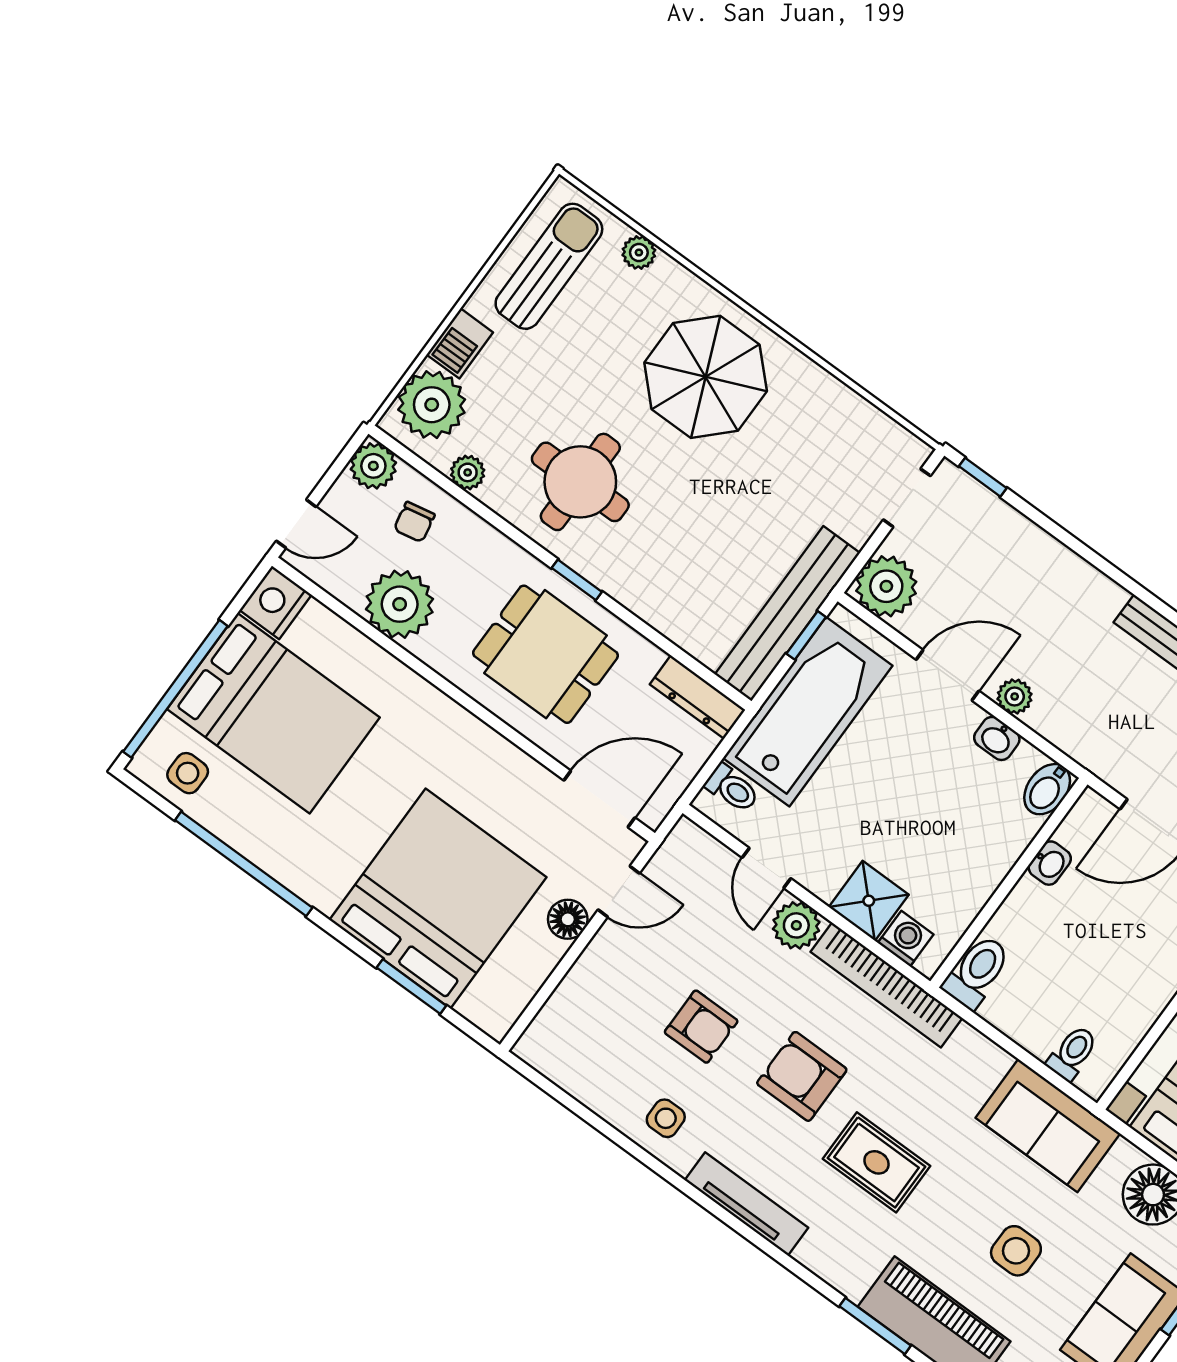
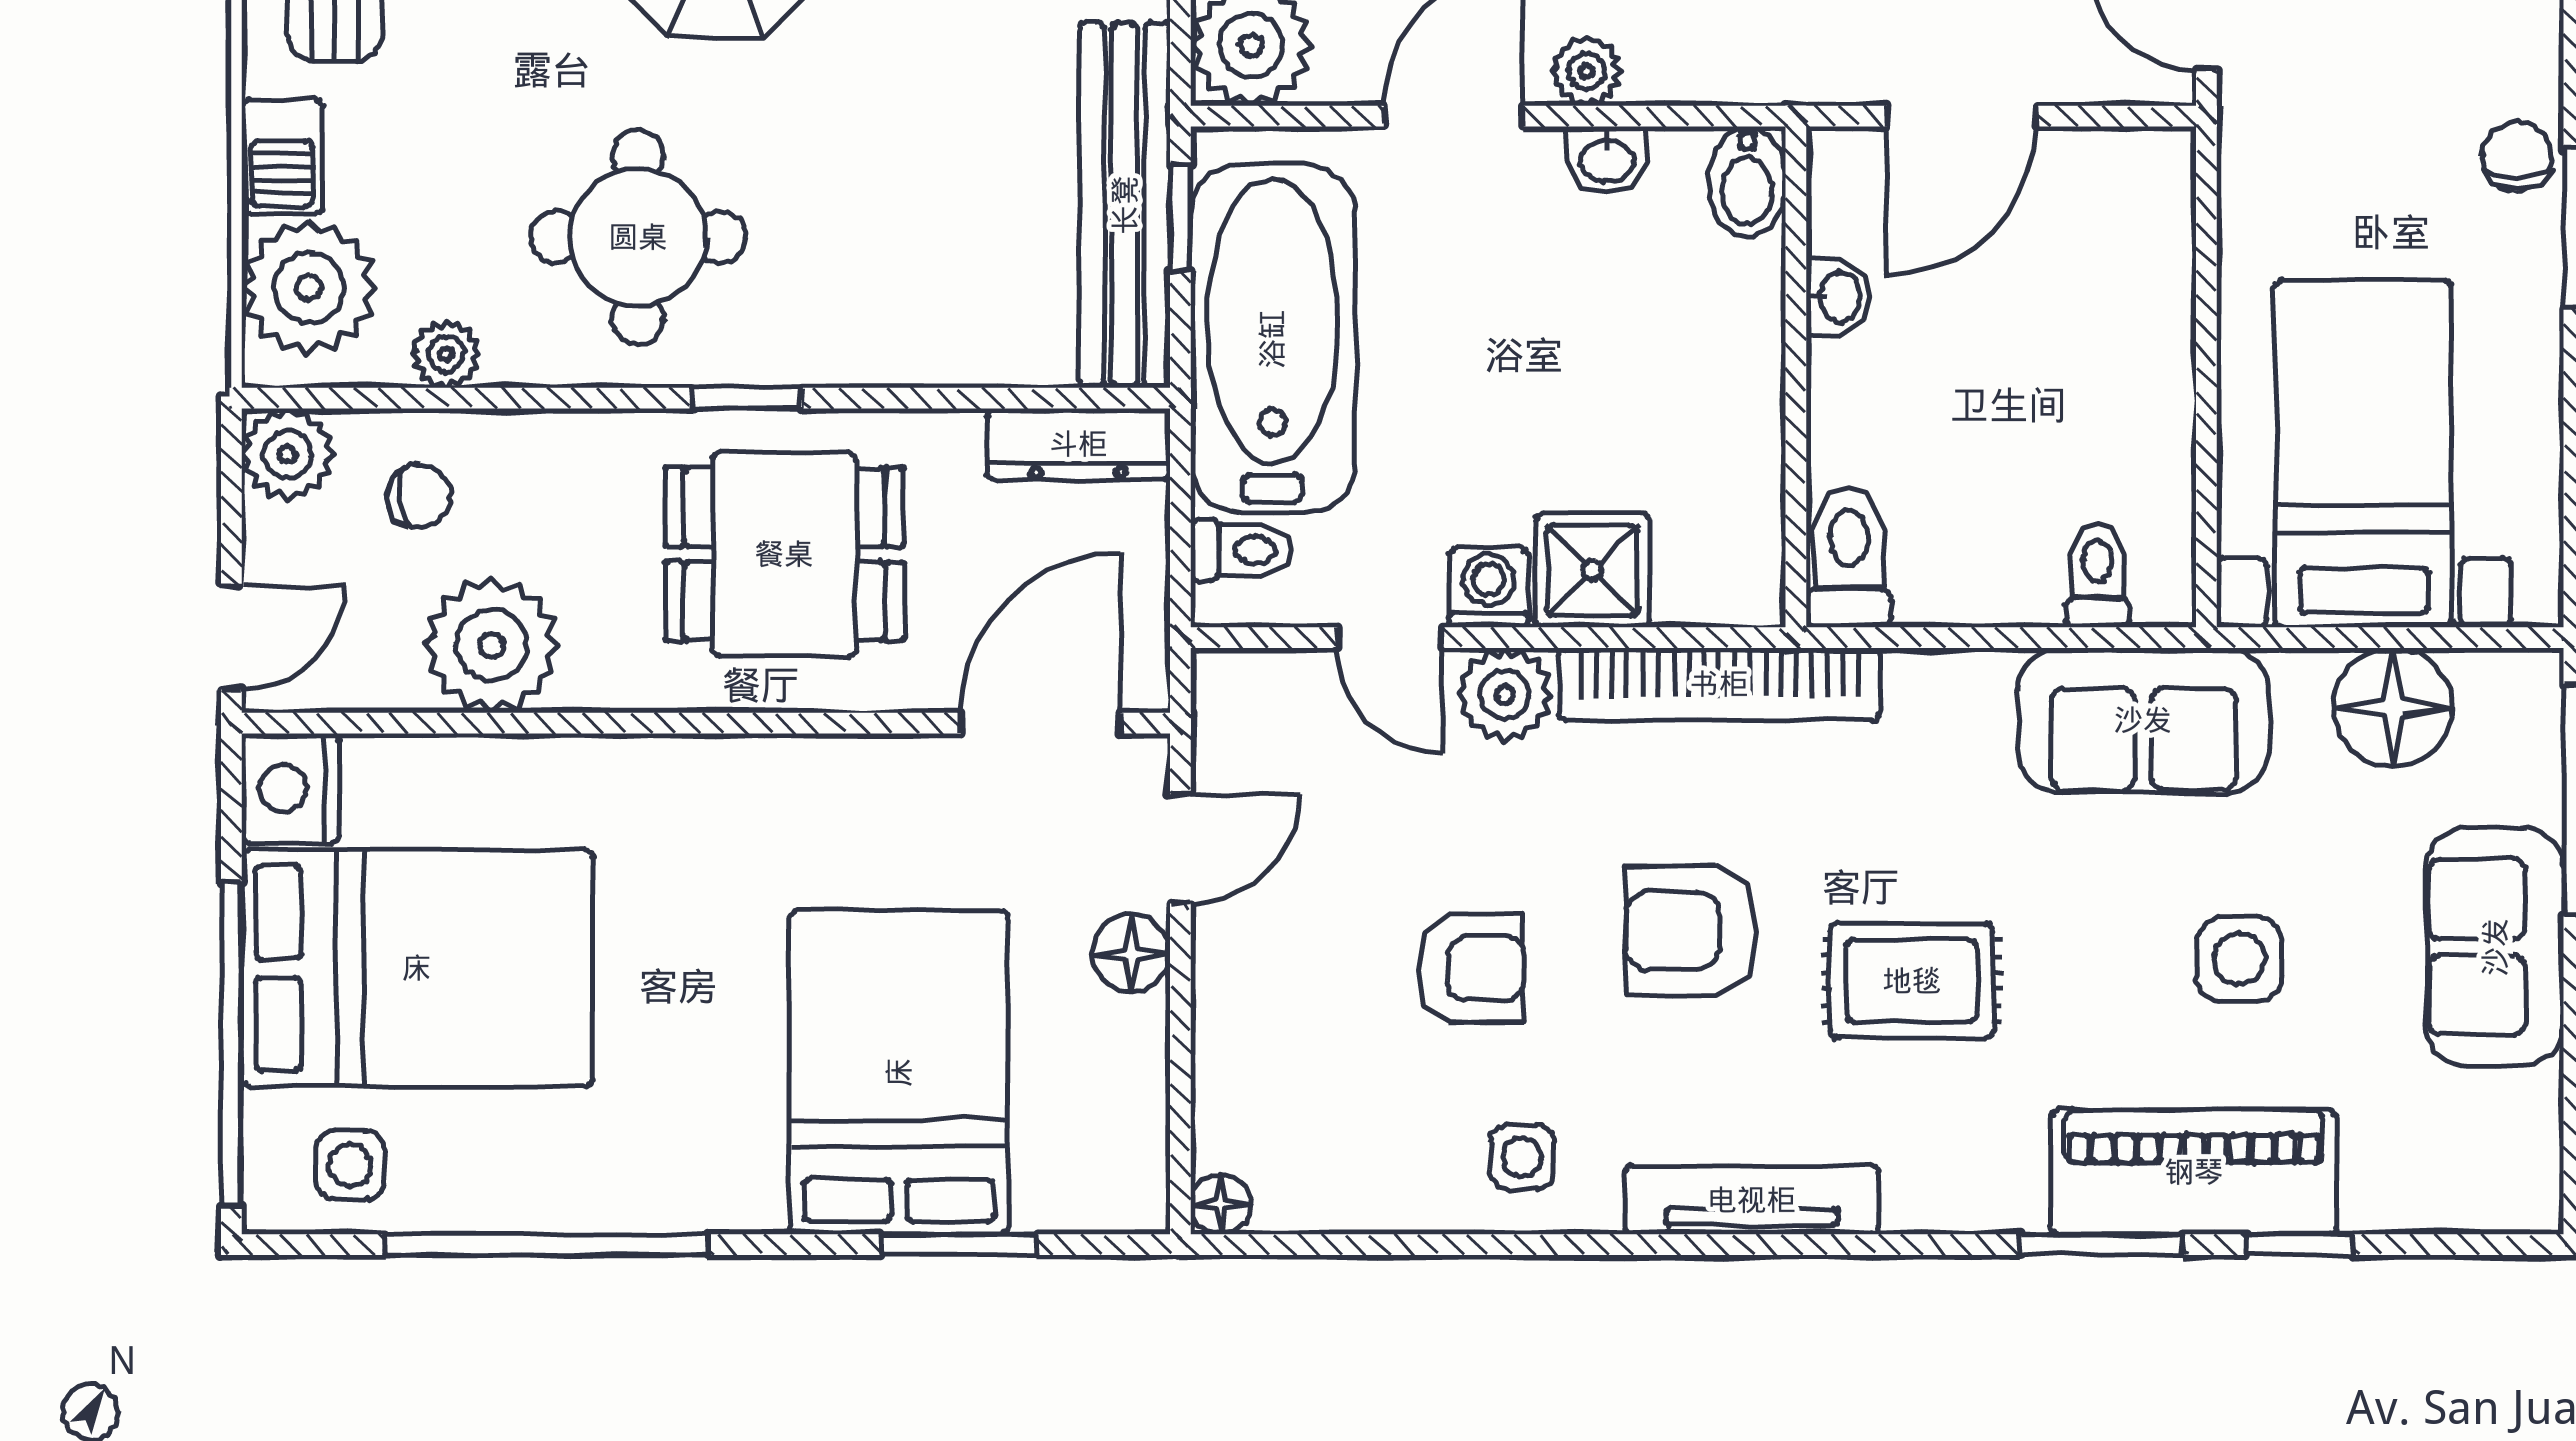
chair: (414, 522) -> (419, 496), turned -84
bed: (438, 899) -> (899, 1072), width x0.73
washing machine: (906, 939) -> (1489, 588), moved
floor lamp: (529, 1048) -> (1221, 1204), added

